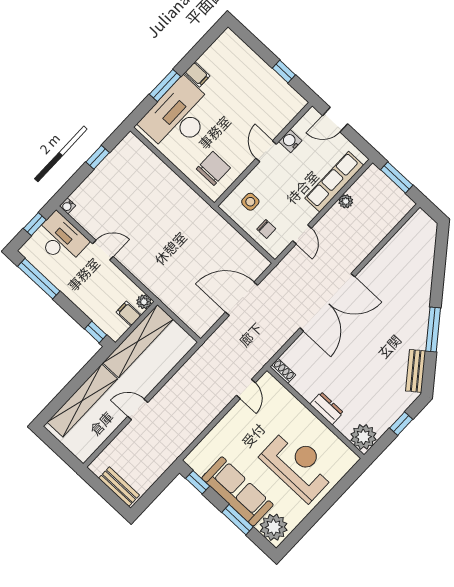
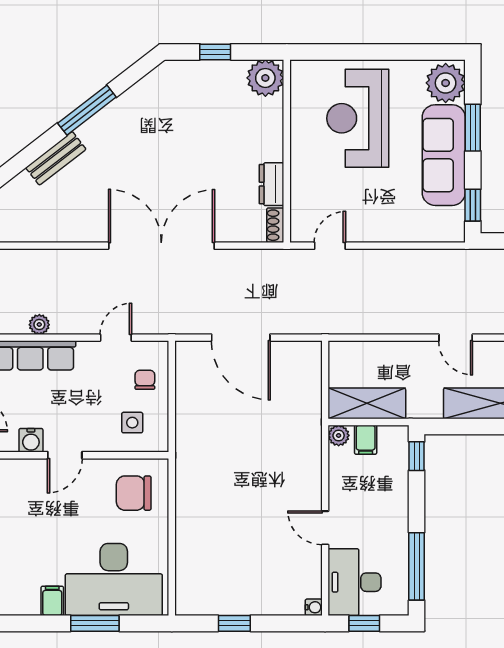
shelving: (138, 341) -> (367, 403), width x0.68
bench: (416, 371) -> (56, 158), moved
dresser: (327, 408) -> (272, 184), moved

